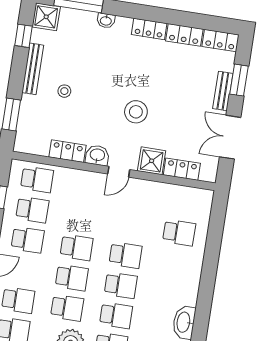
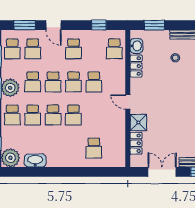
stool: (136, 112) -> (169, 107), removed
washbasin: (97, 155) -> (136, 46), moved
school desk: (32, 210) -> (94, 82), moved

